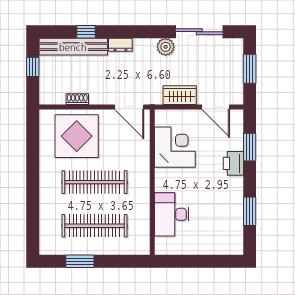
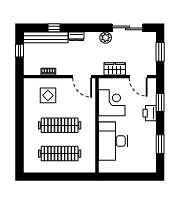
display table: (77, 136) -> (48, 95), width x0.54, depth x0.54
desk: (172, 214) -> (113, 141), width x1.36, depth x1.30
window: (80, 261) -> (50, 177), removed

